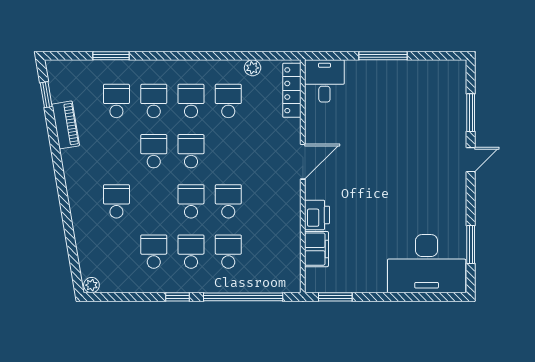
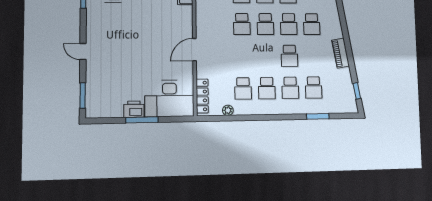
desk: (324, 81) -> (169, 98), width x1.87, depth x1.30
window: (471, 113) -> (83, 96), moved
piano: (66, 125) -> (341, 53), moved
school desk: (191, 151) -> (289, 24), moved
door: (471, 160) -> (83, 52), hinge flipped
printer: (317, 215) -> (134, 109), moved, turned 90

